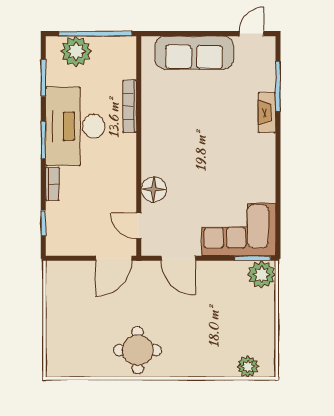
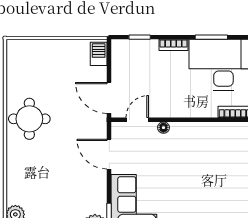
floor lamp: (154, 190) -> (163, 128), width x0.53, depth x0.53
door: (178, 258) -> (109, 154), hinge flipped
barbecue: (63, 270) -> (99, 54), added

